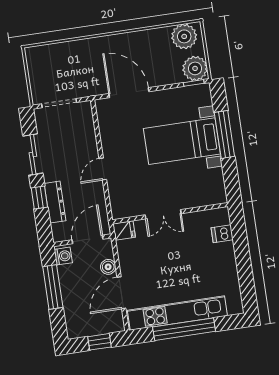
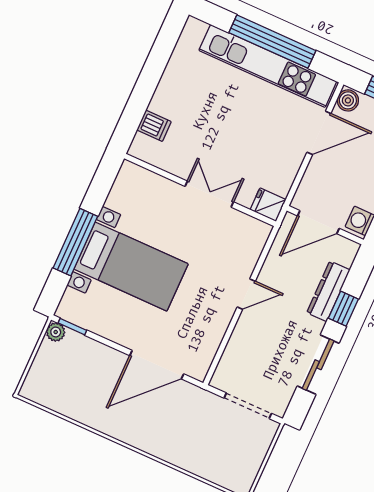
plant: (184, 36) -> (48, 389), removed
plant: (195, 68) -> (56, 332), width x0.53, depth x0.53
door: (129, 93) -> (157, 365), hinge flipped
boiler: (108, 267) -> (348, 100), moved

